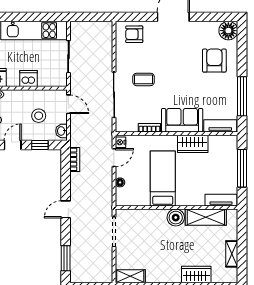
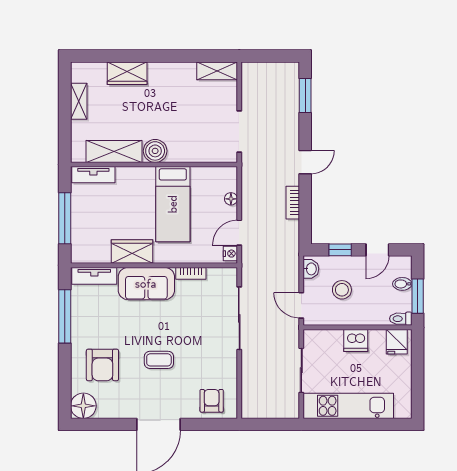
armchair: (134, 34) -> (212, 401), turned -90
coffee table: (144, 79) -> (159, 360), moved
bookcase: (75, 159) -> (293, 203), moved

